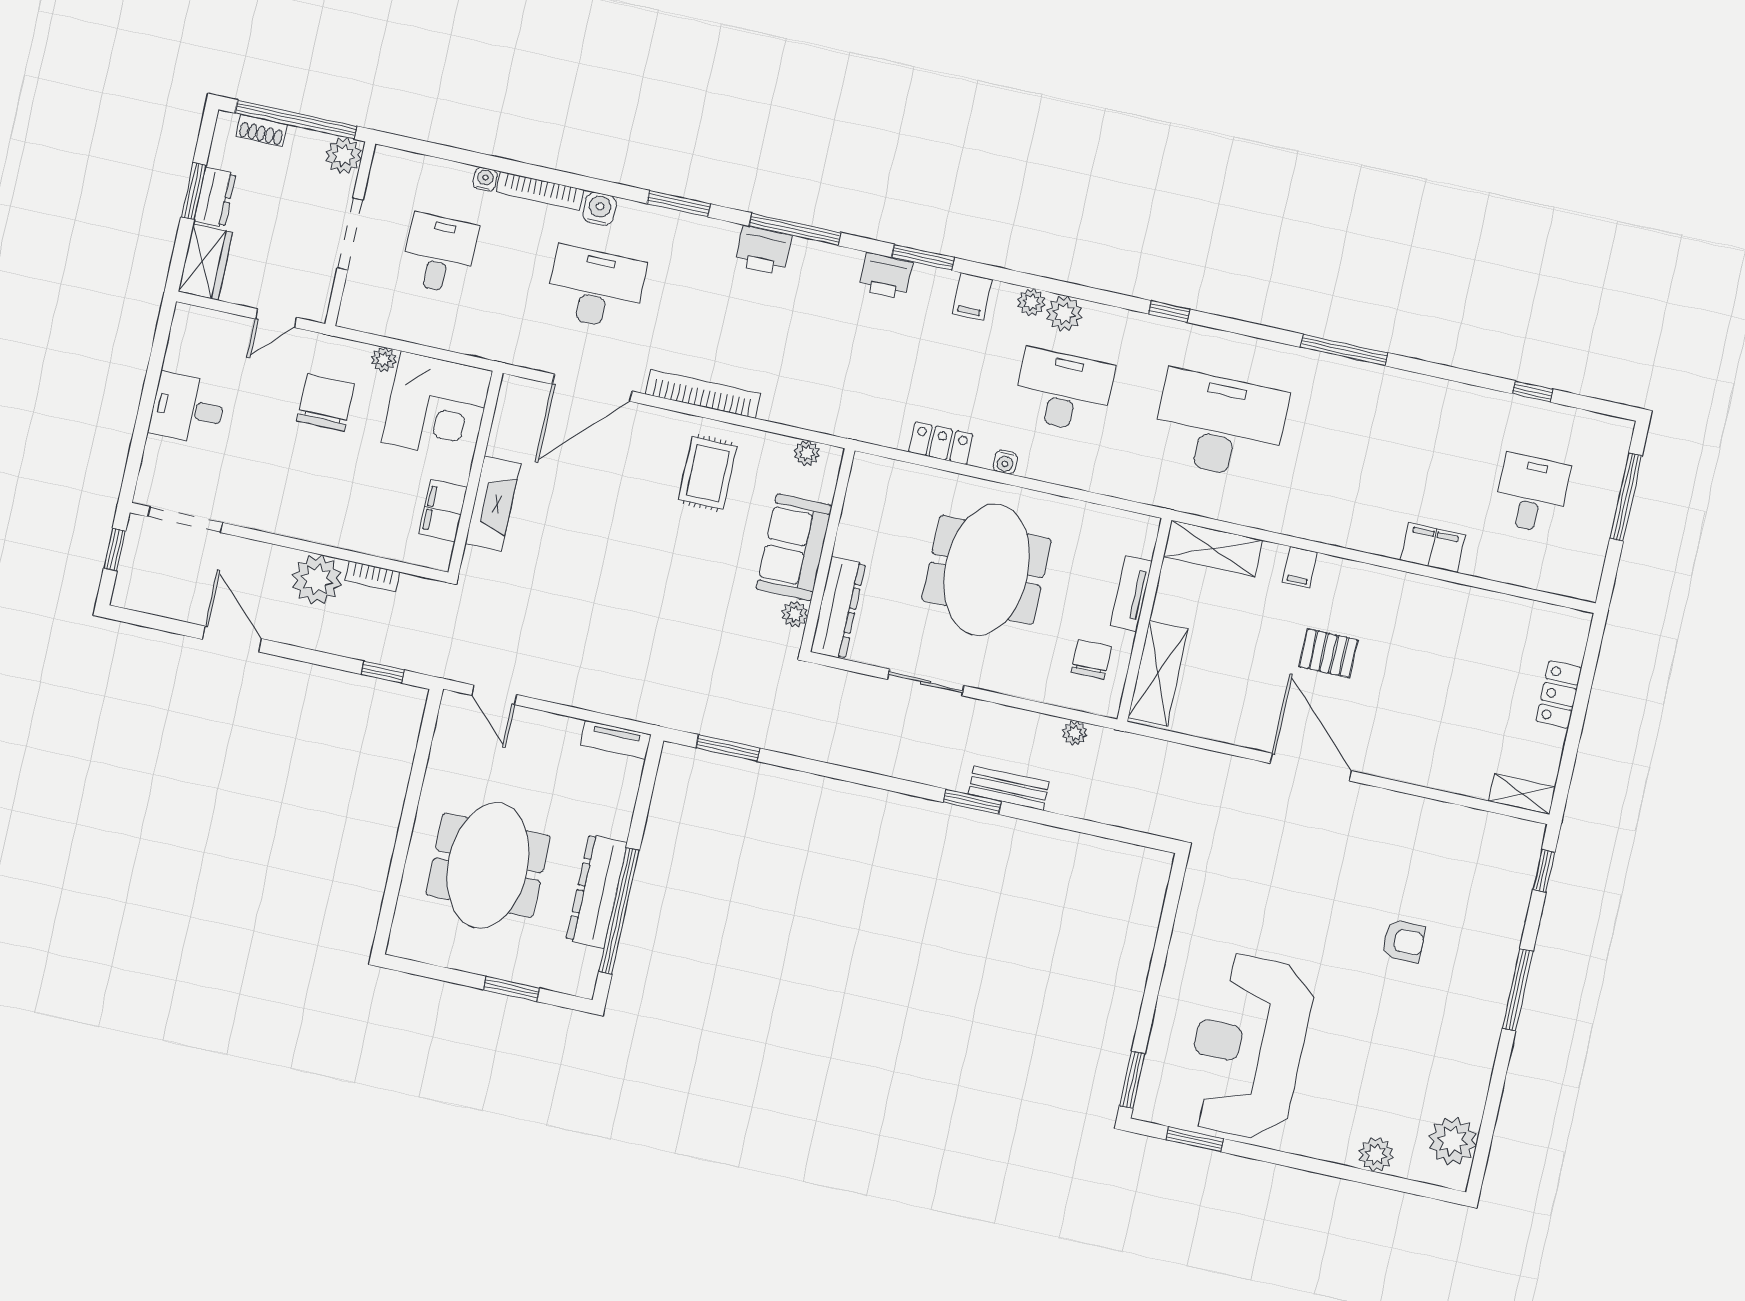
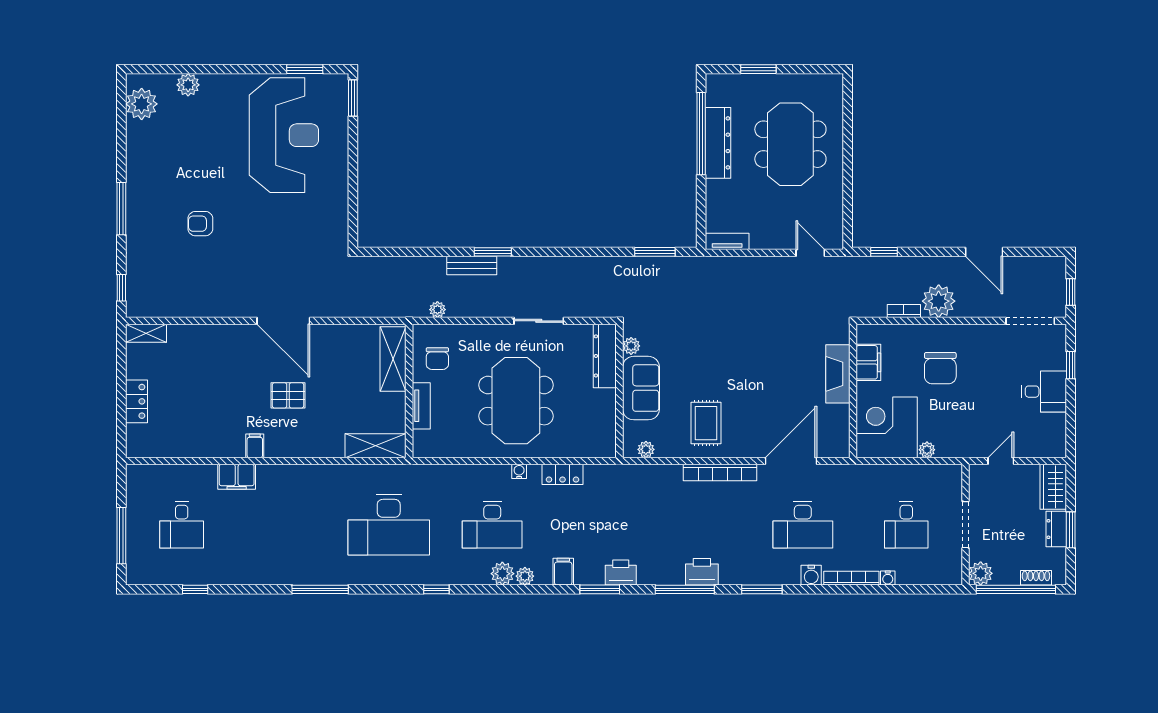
chair: (326, 403) -> (940, 368), moved
window: (139, 440) -> (1071, 365), added
filing cabinet: (1300, 567) -> (255, 446), moved

